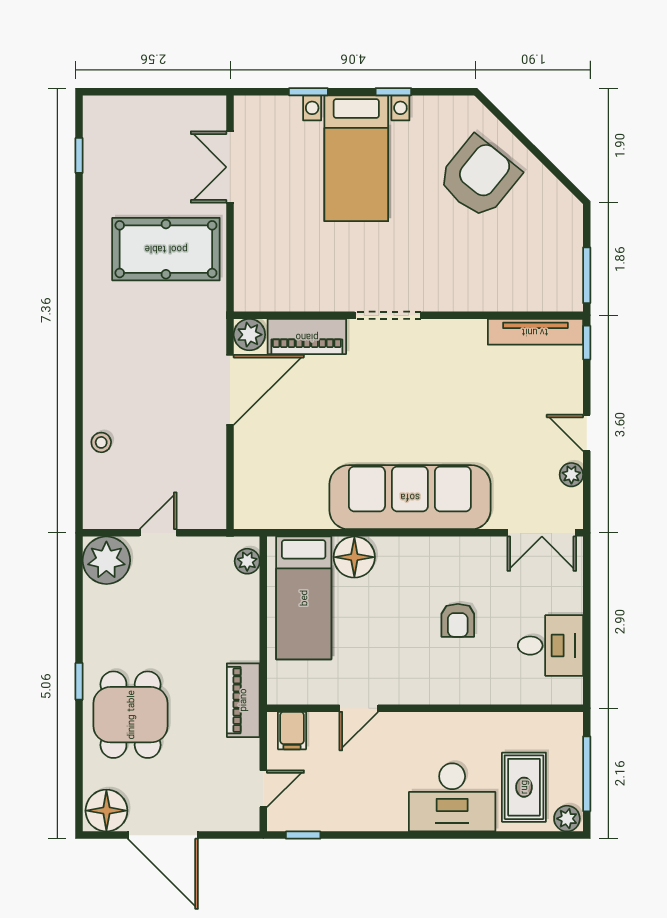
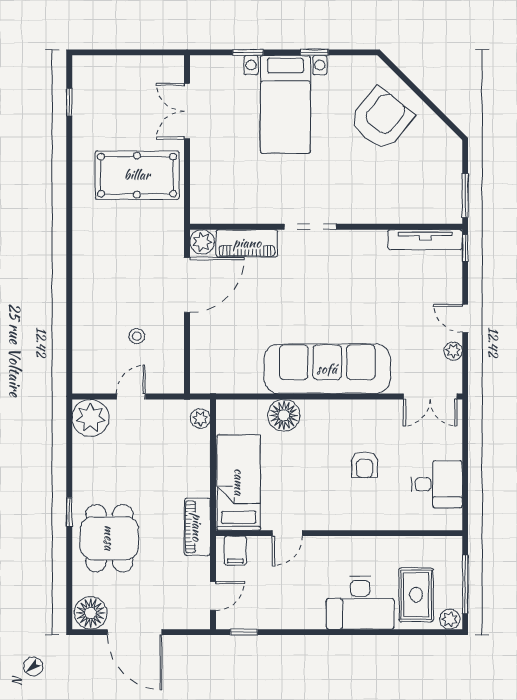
stool: (101, 442) -> (137, 336), moved
bed: (304, 598) -> (239, 482), moved, turned 180

